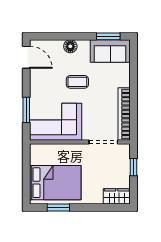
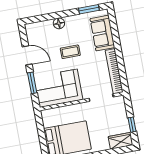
sofa: (110, 51) -> (102, 33), moved, turned 90
door: (26, 57) -> (27, 55), moved
window: (134, 167) -> (132, 125), moved

